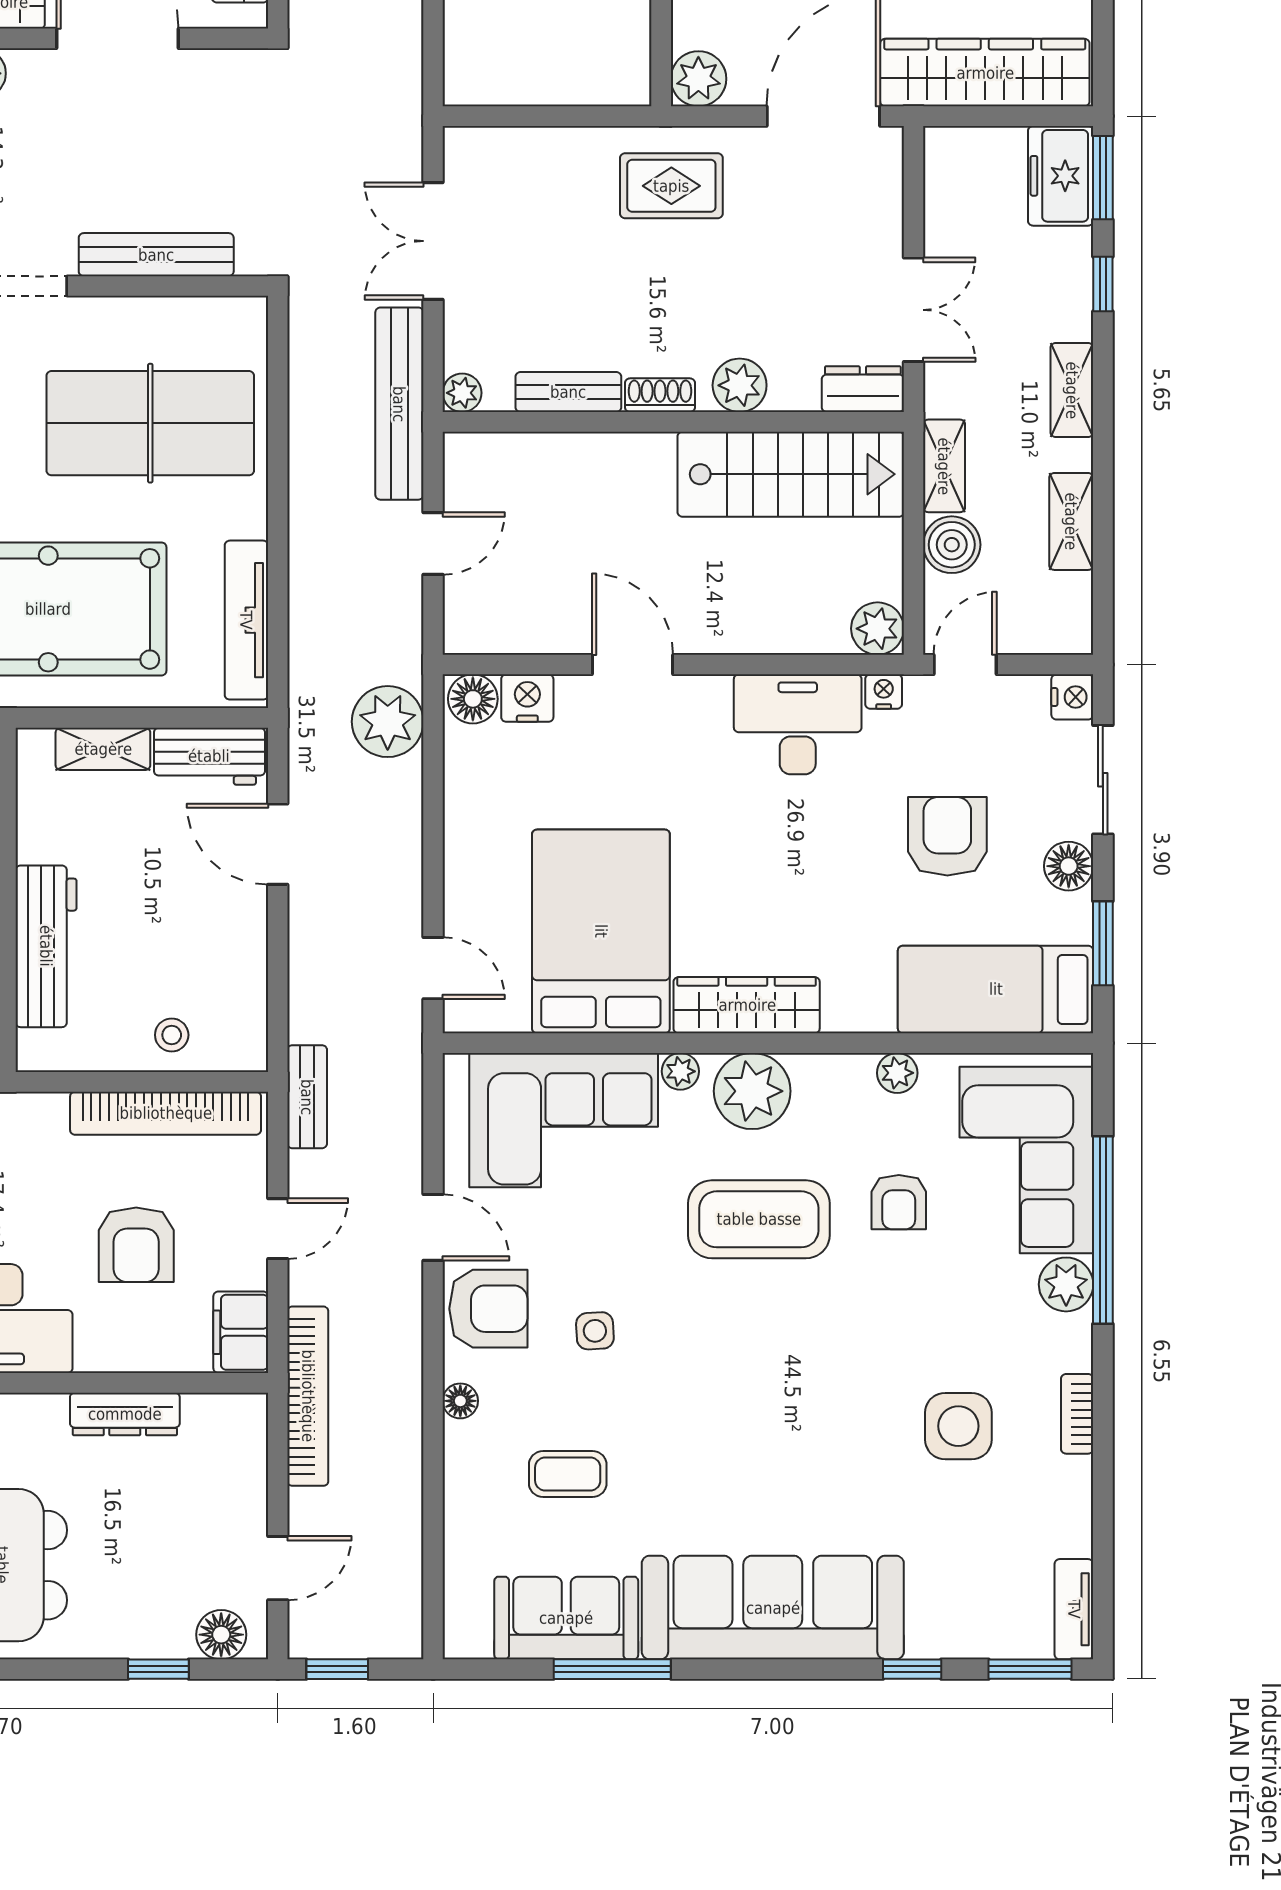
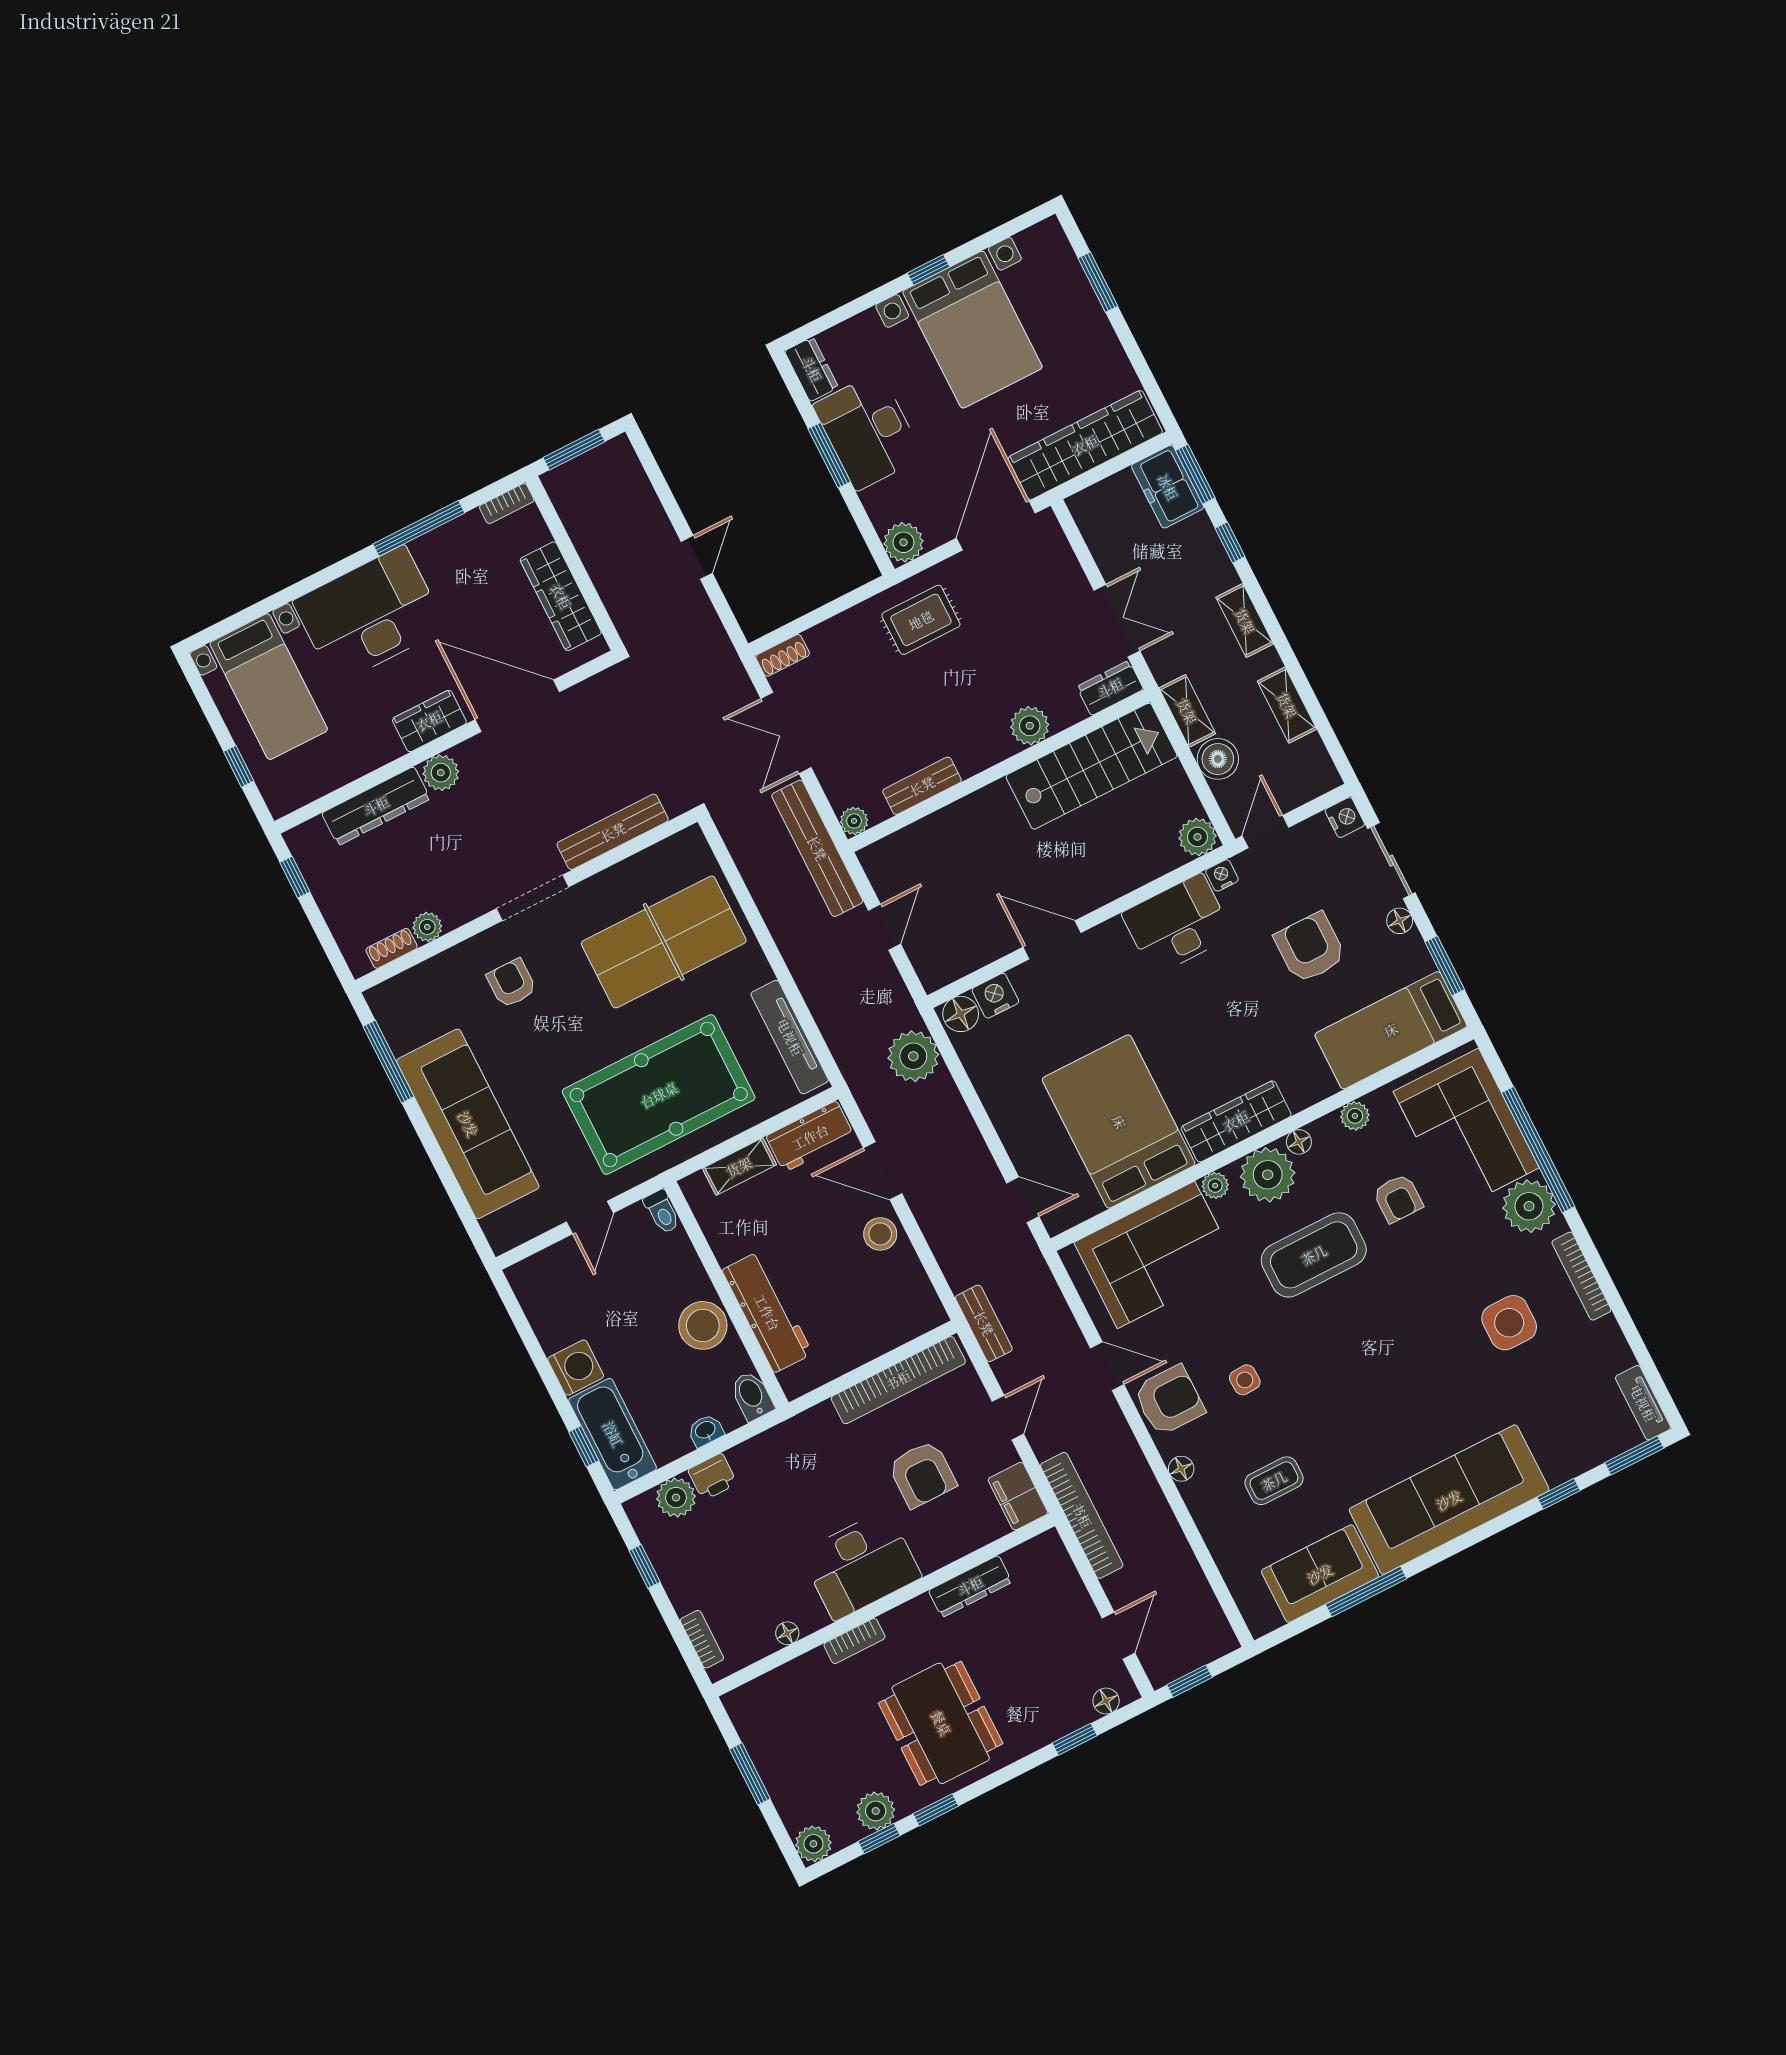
shoe rack: (660, 395) -> (783, 655), moved, turned 180
floor lamp: (1069, 866) -> (1400, 921), width x0.73, depth x0.73
stool: (172, 1035) -> (880, 1234), moved, width x1.37, depth x1.37
floor lamp: (811, 1070) -> (1299, 1142), added
plant: (1066, 1284) -> (1529, 1206), width x1.36, depth x1.36
bookcase: (1077, 1414) -> (1581, 1276), width x1.56
floor lamp: (221, 1635) -> (1106, 1701), width x0.73, depth x0.73

